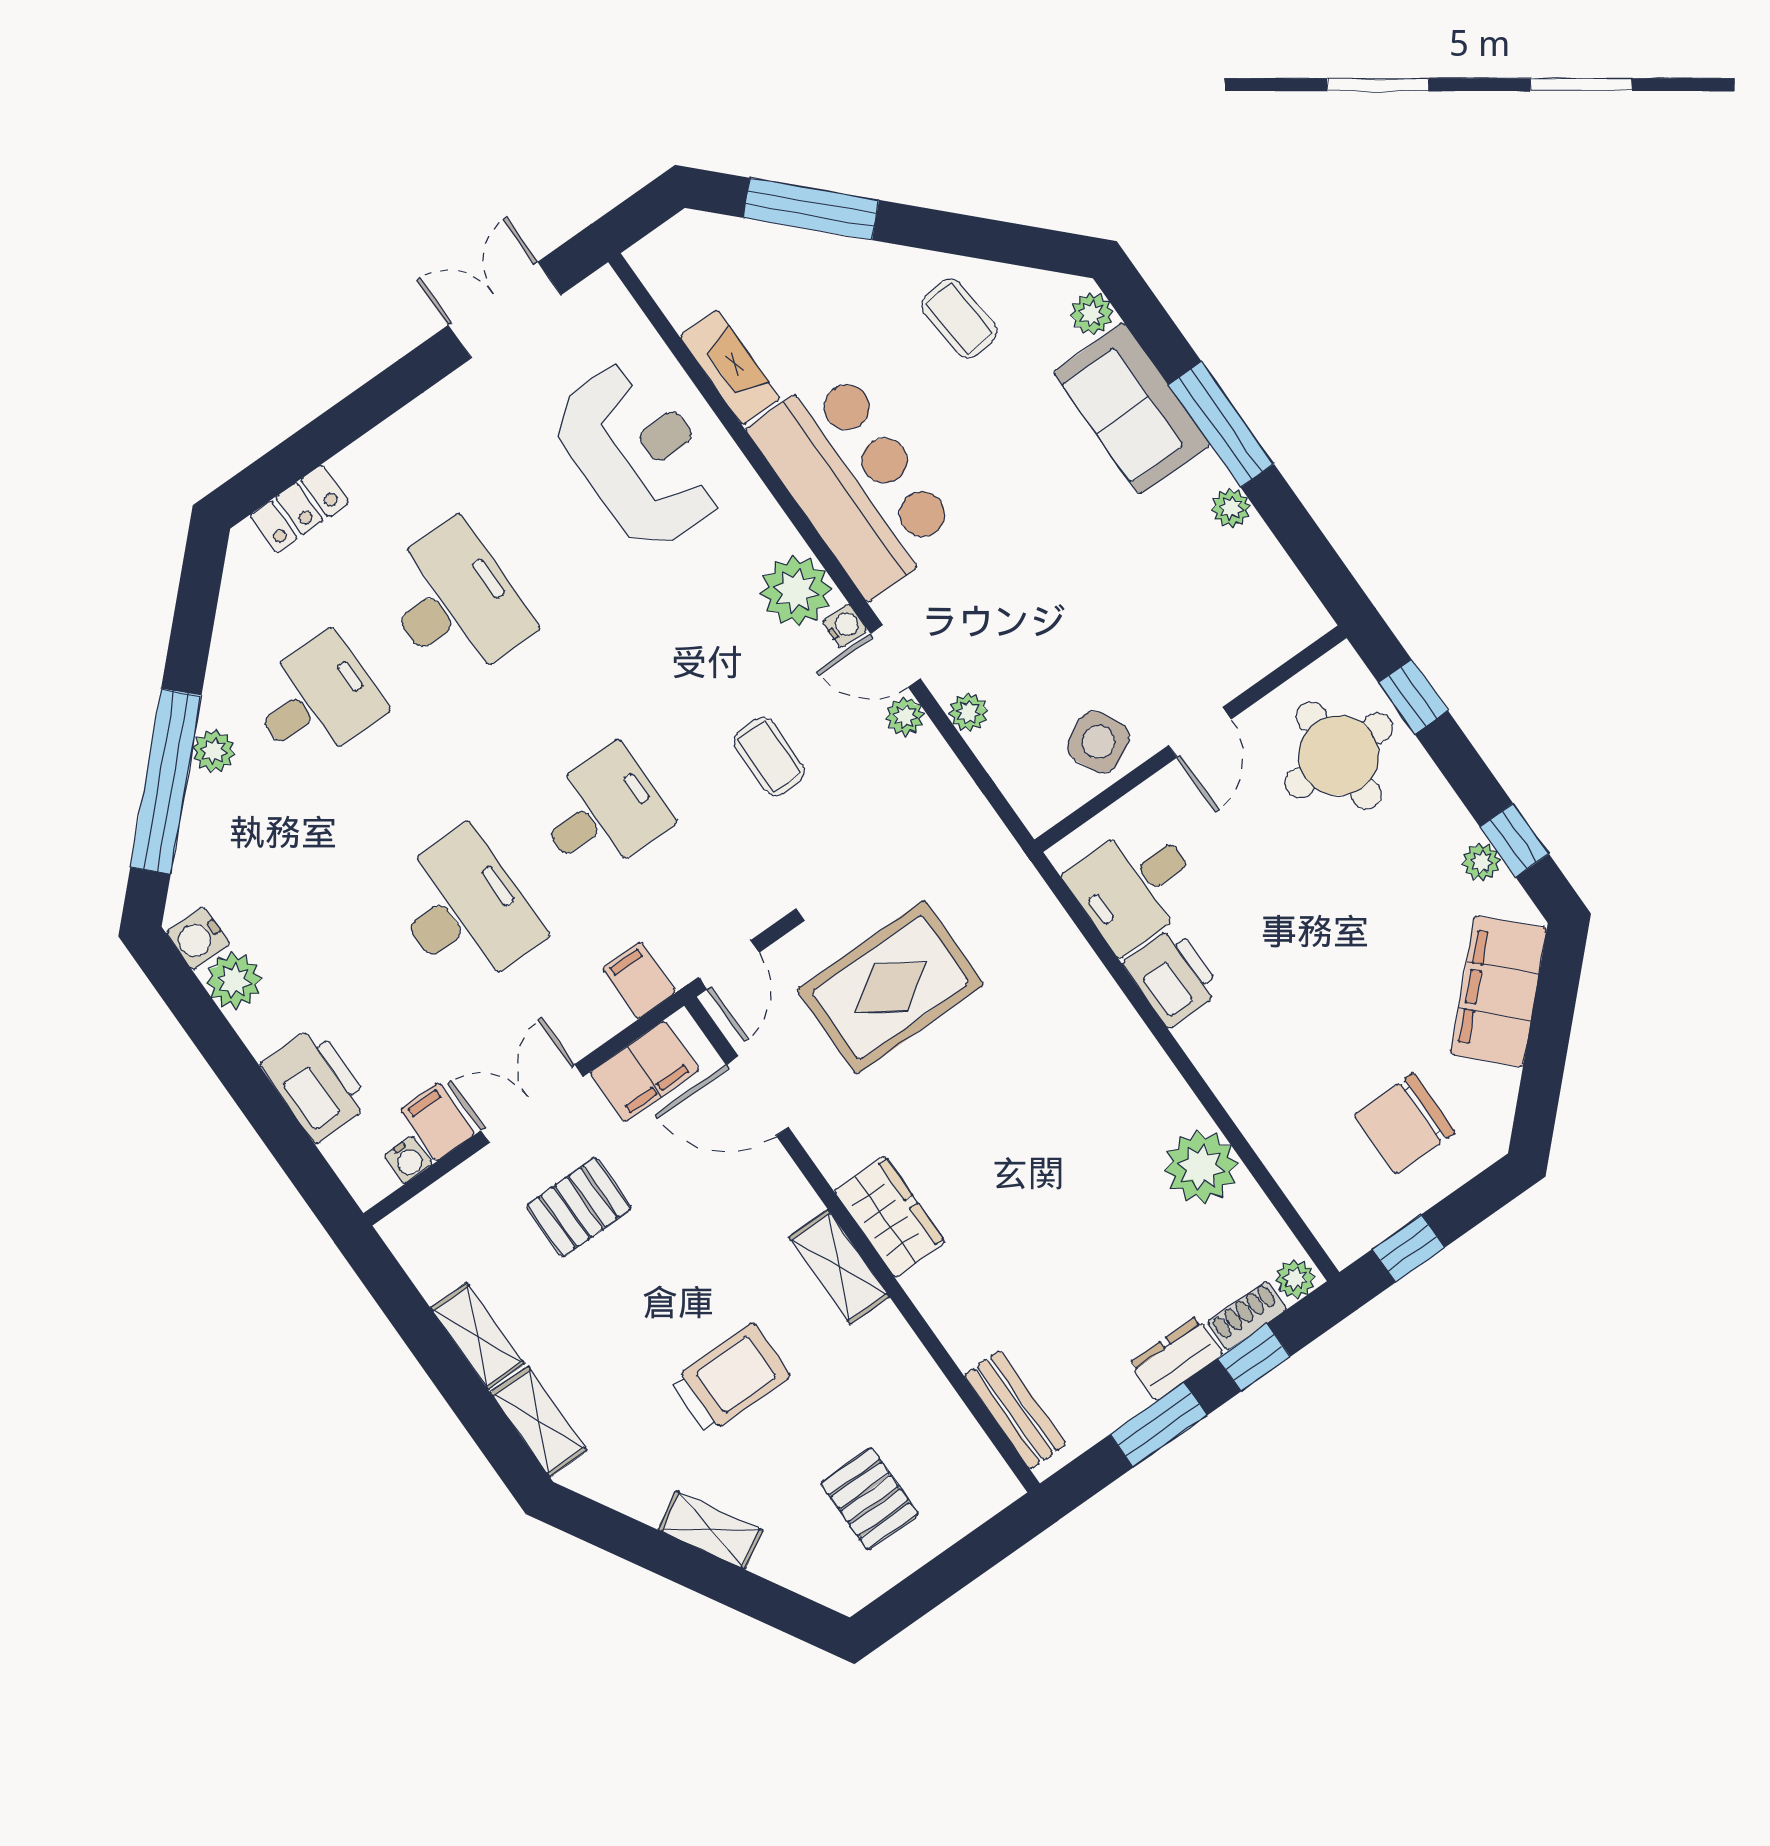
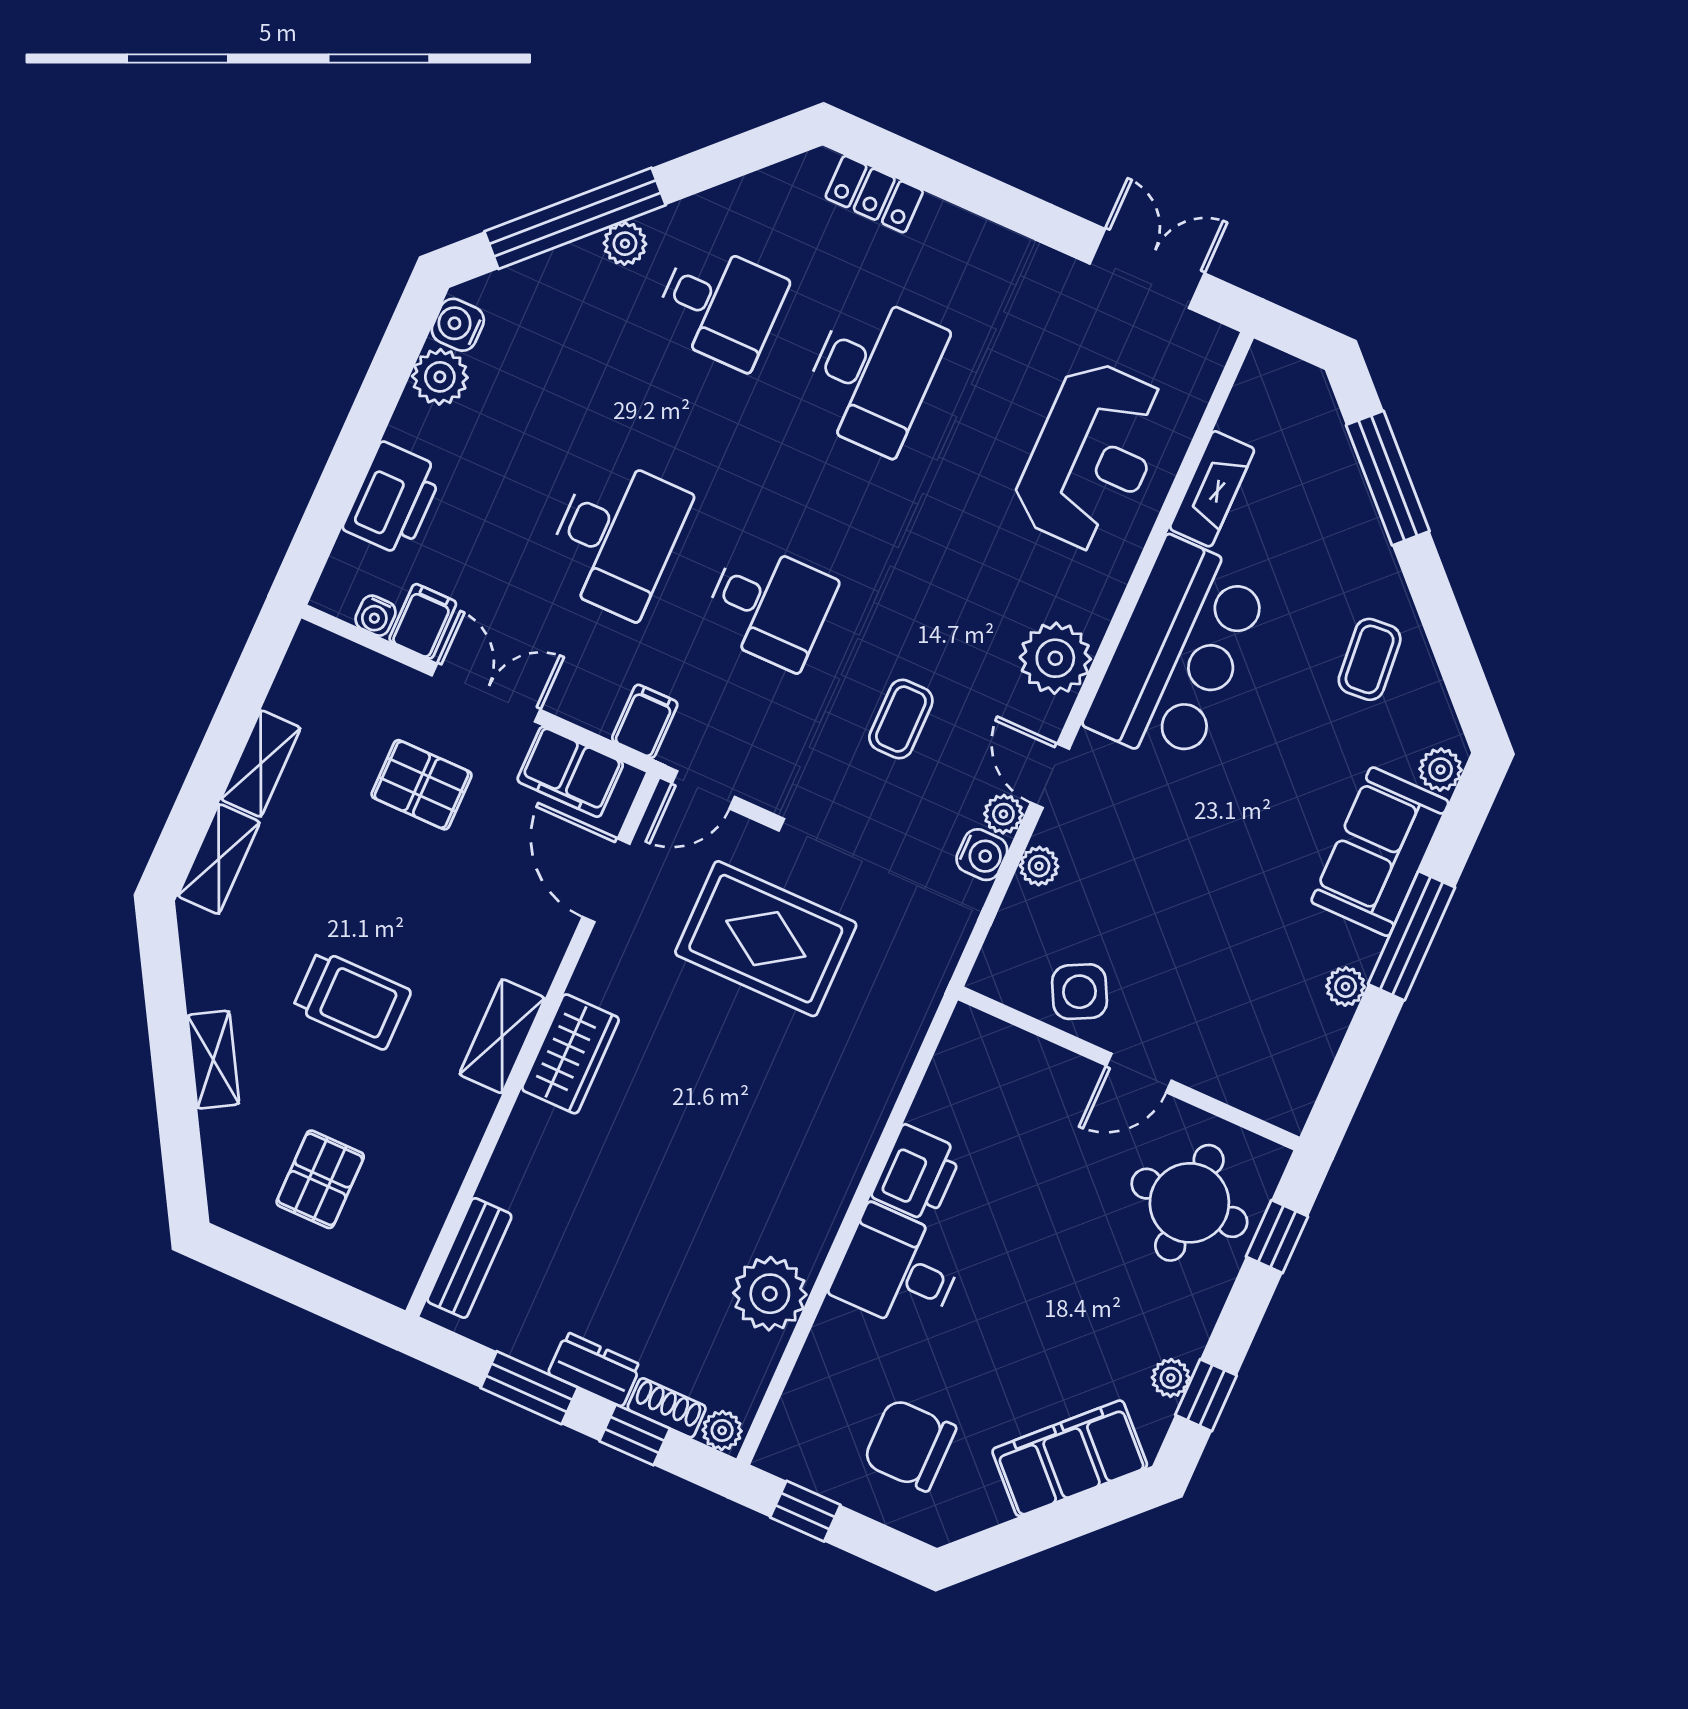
water cooler: (845, 626) -> (982, 855), moved, width x1.38, depth x1.38
desk: (1135, 886) -> (898, 1269), moved

